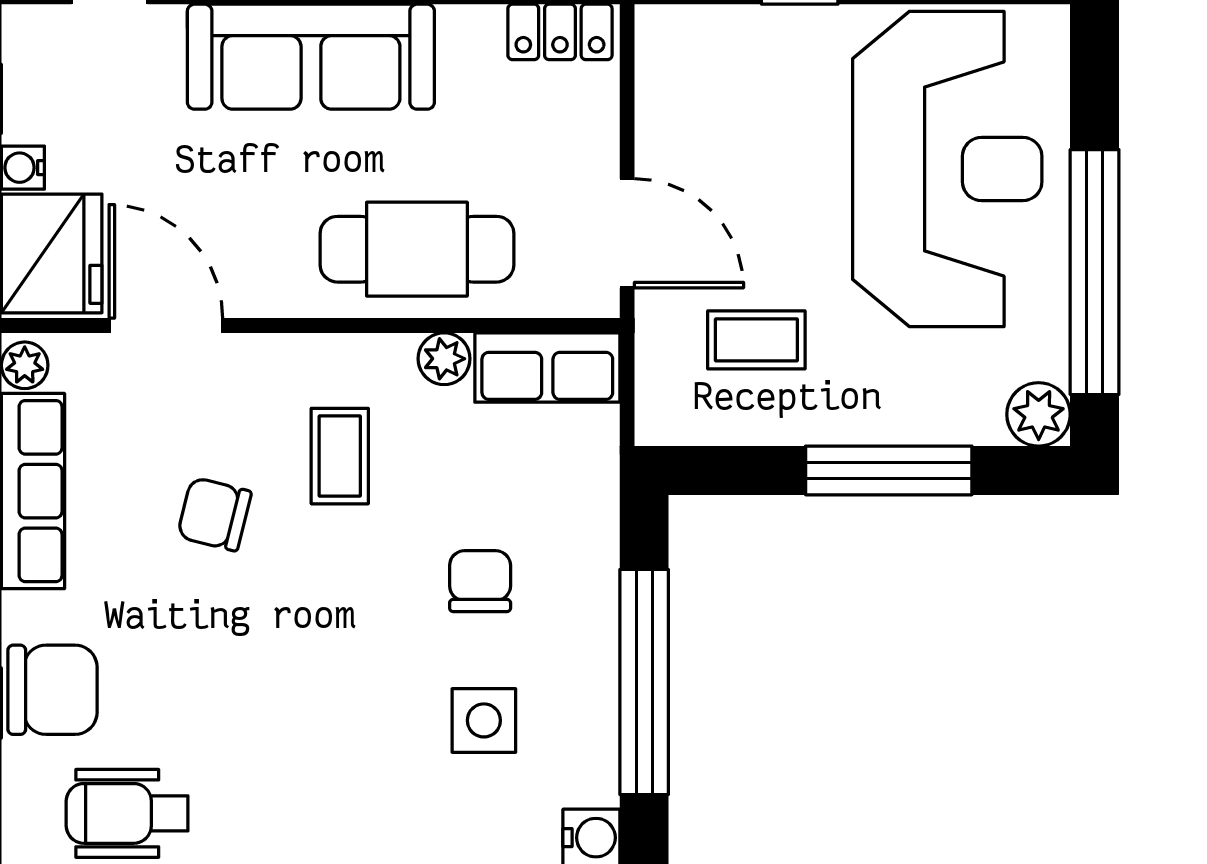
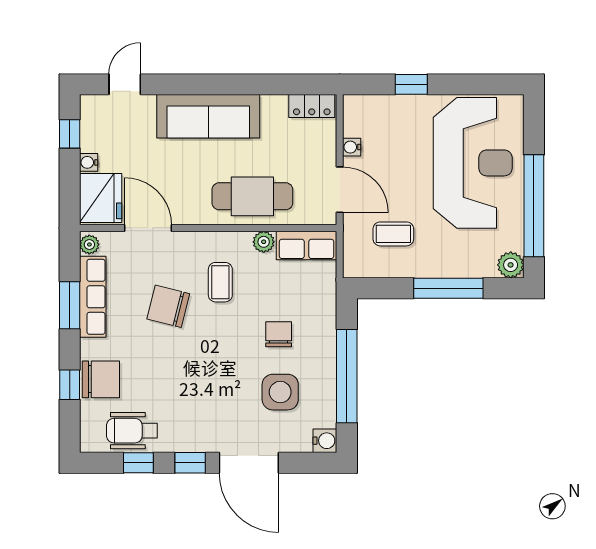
water cooler: (656, 131) -> (352, 147), added
chair: (214, 514) -> (168, 306), width x1.37, depth x1.37
side table: (484, 720) -> (280, 392), width x1.37, depth x1.37

